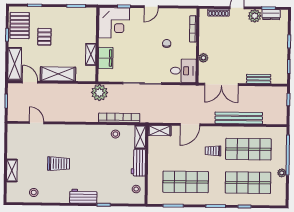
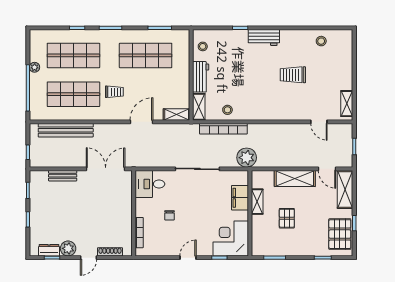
pallet: (44, 37) -> (287, 218), moved
plant: (203, 58) -> (127, 199), removed
bench: (239, 118) -> (66, 130), moved
shelving: (12, 171) -> (347, 104), moved

